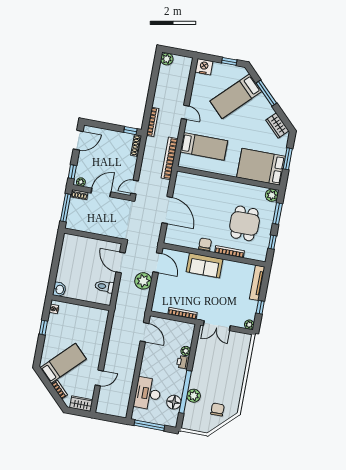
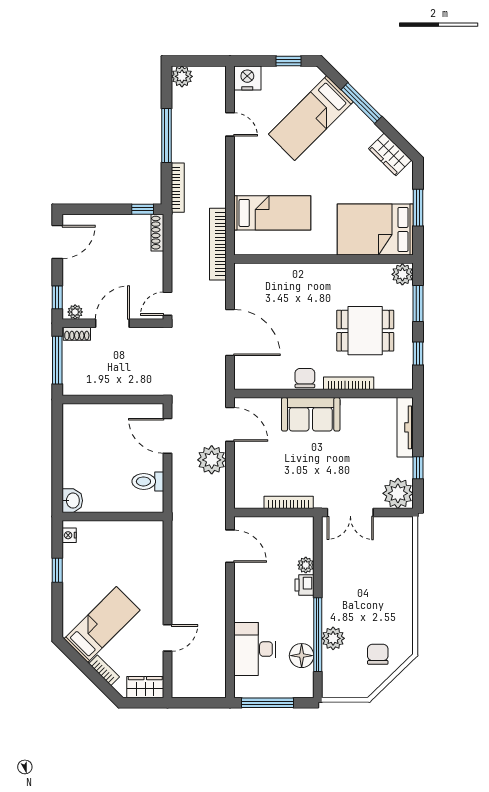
window: (152, 91) -> (167, 135), added
door: (185, 112) -> (230, 124), moved
dining table: (245, 223) -> (365, 331), turned 90
plant: (249, 325) -> (398, 493), width x1.87, depth x1.87

